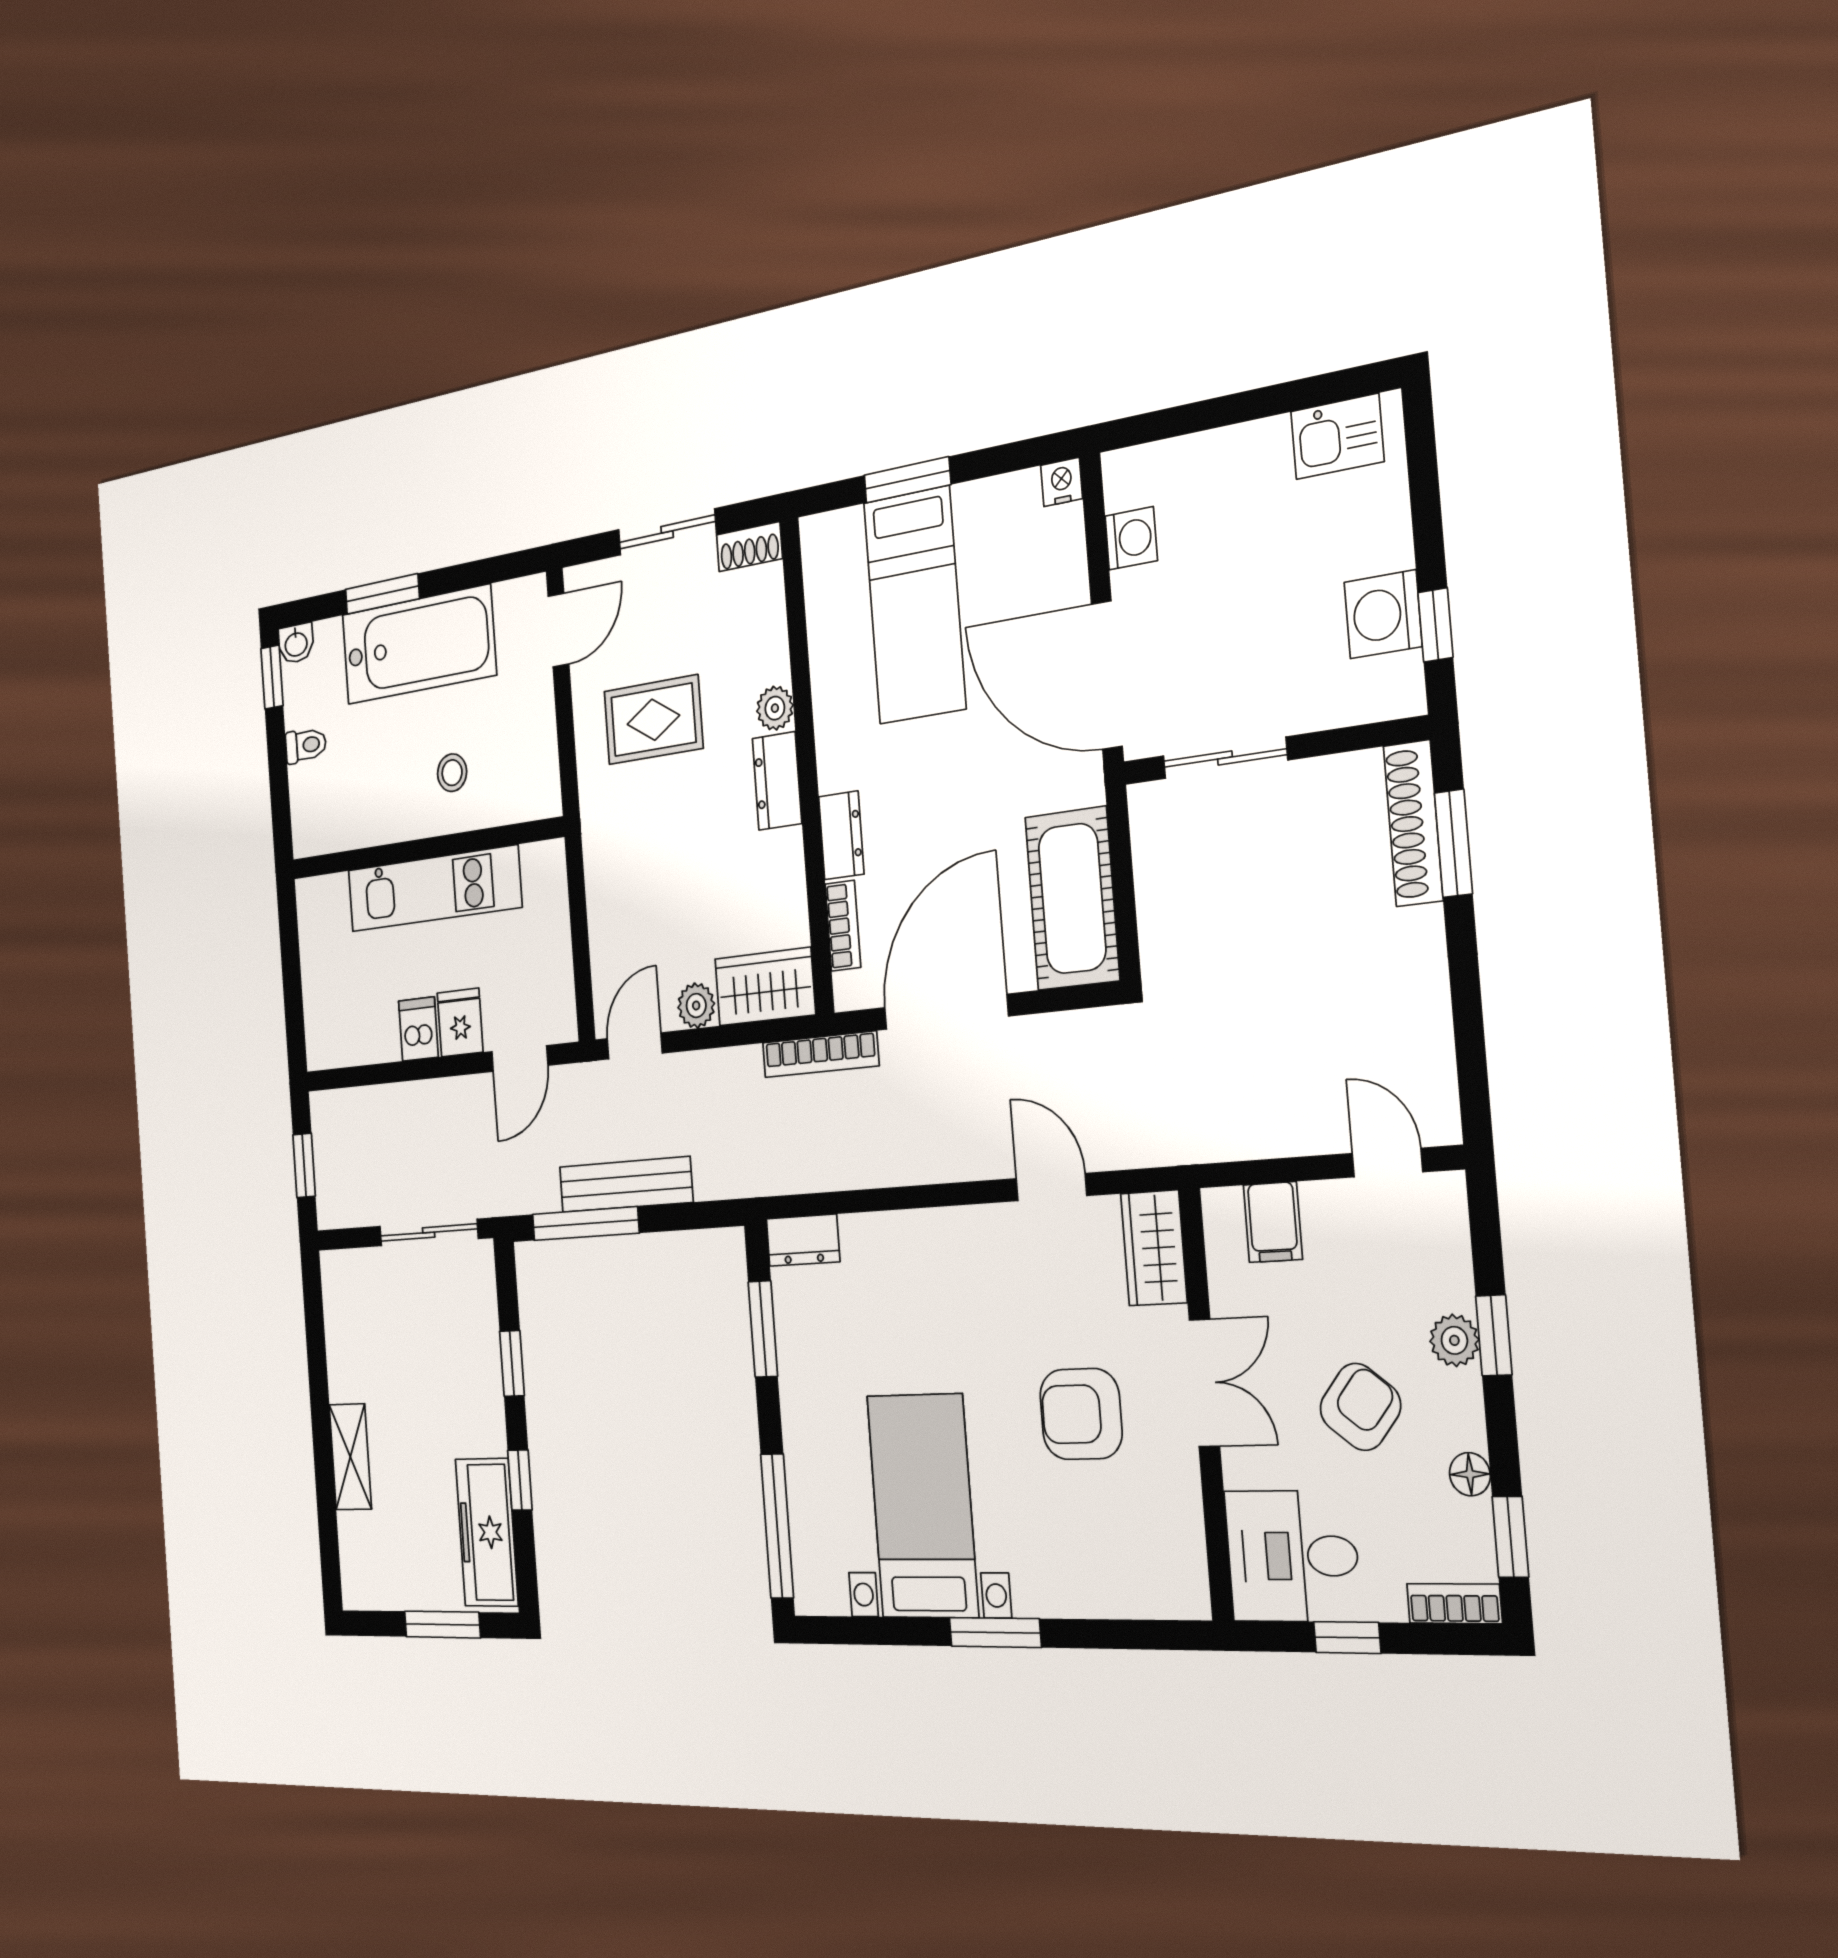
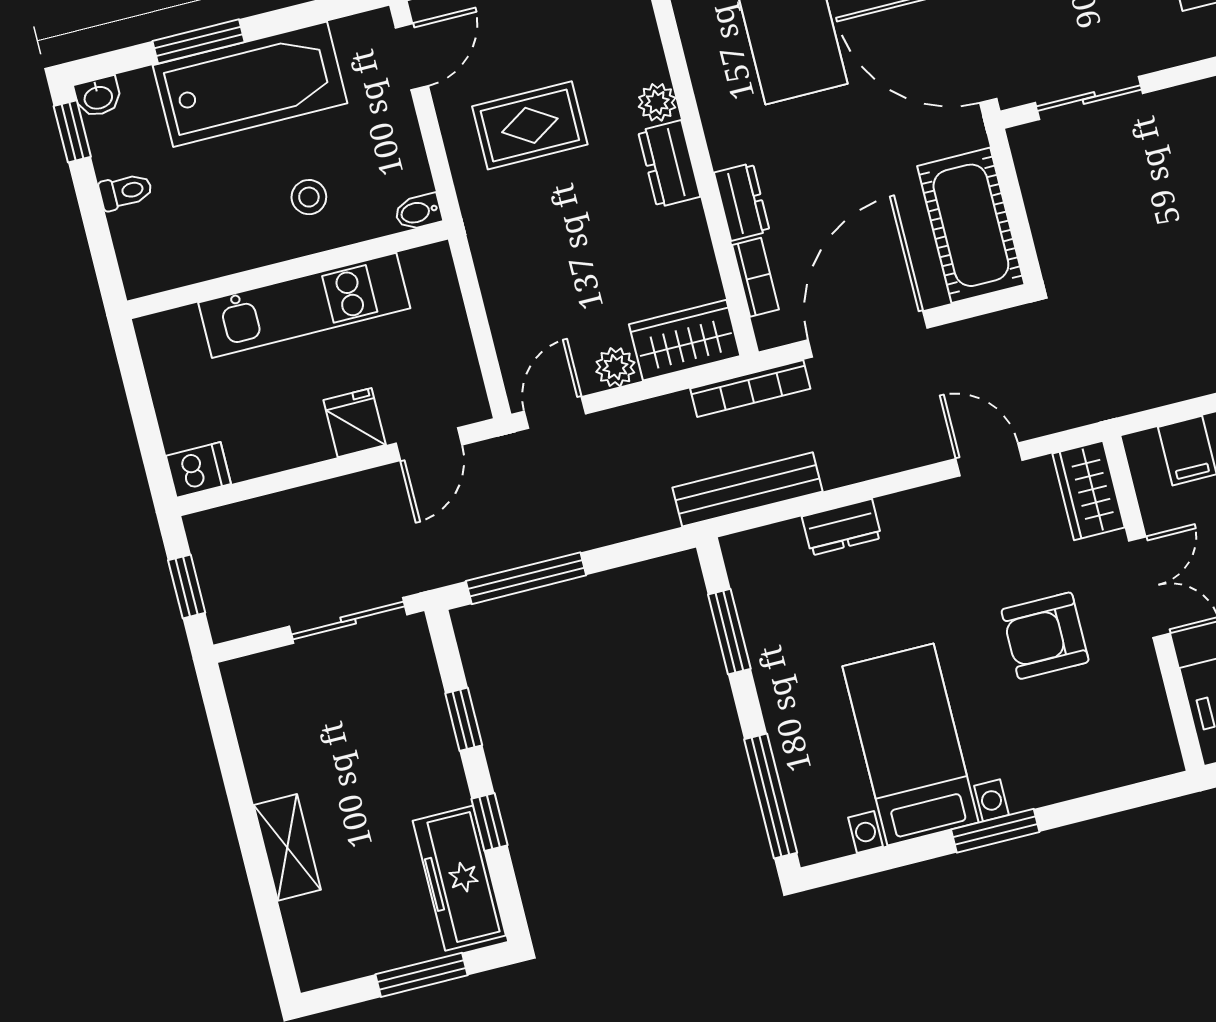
bidet: (543, 803) -> (418, 212), added
dishwasher: (418, 1029) -> (198, 470), moved, turned 90
bench: (626, 1184) -> (748, 489), moved
dresser: (803, 1240) -> (842, 527), moved

